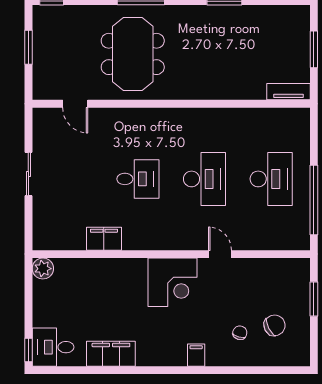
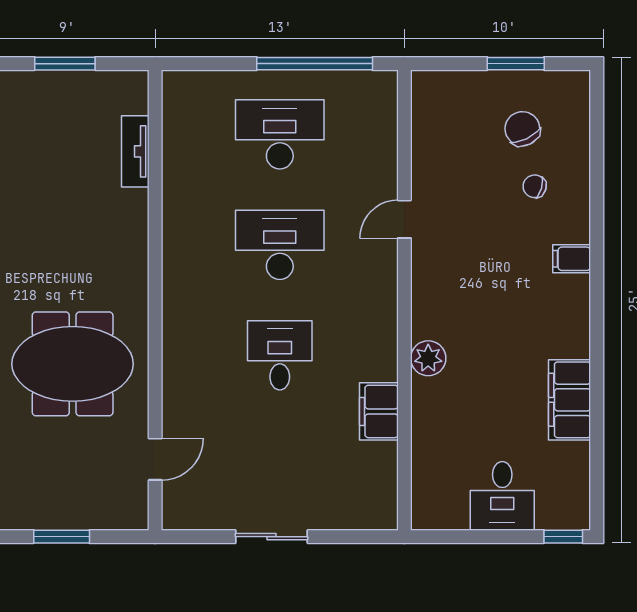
tv unit: (288, 92) -> (135, 151), moved
plant: (43, 269) -> (428, 358), moved
corner desk: (172, 282) -> (451, 298), removed
window: (314, 299) -> (516, 64), moved
desk: (53, 347) -> (502, 496), moved

